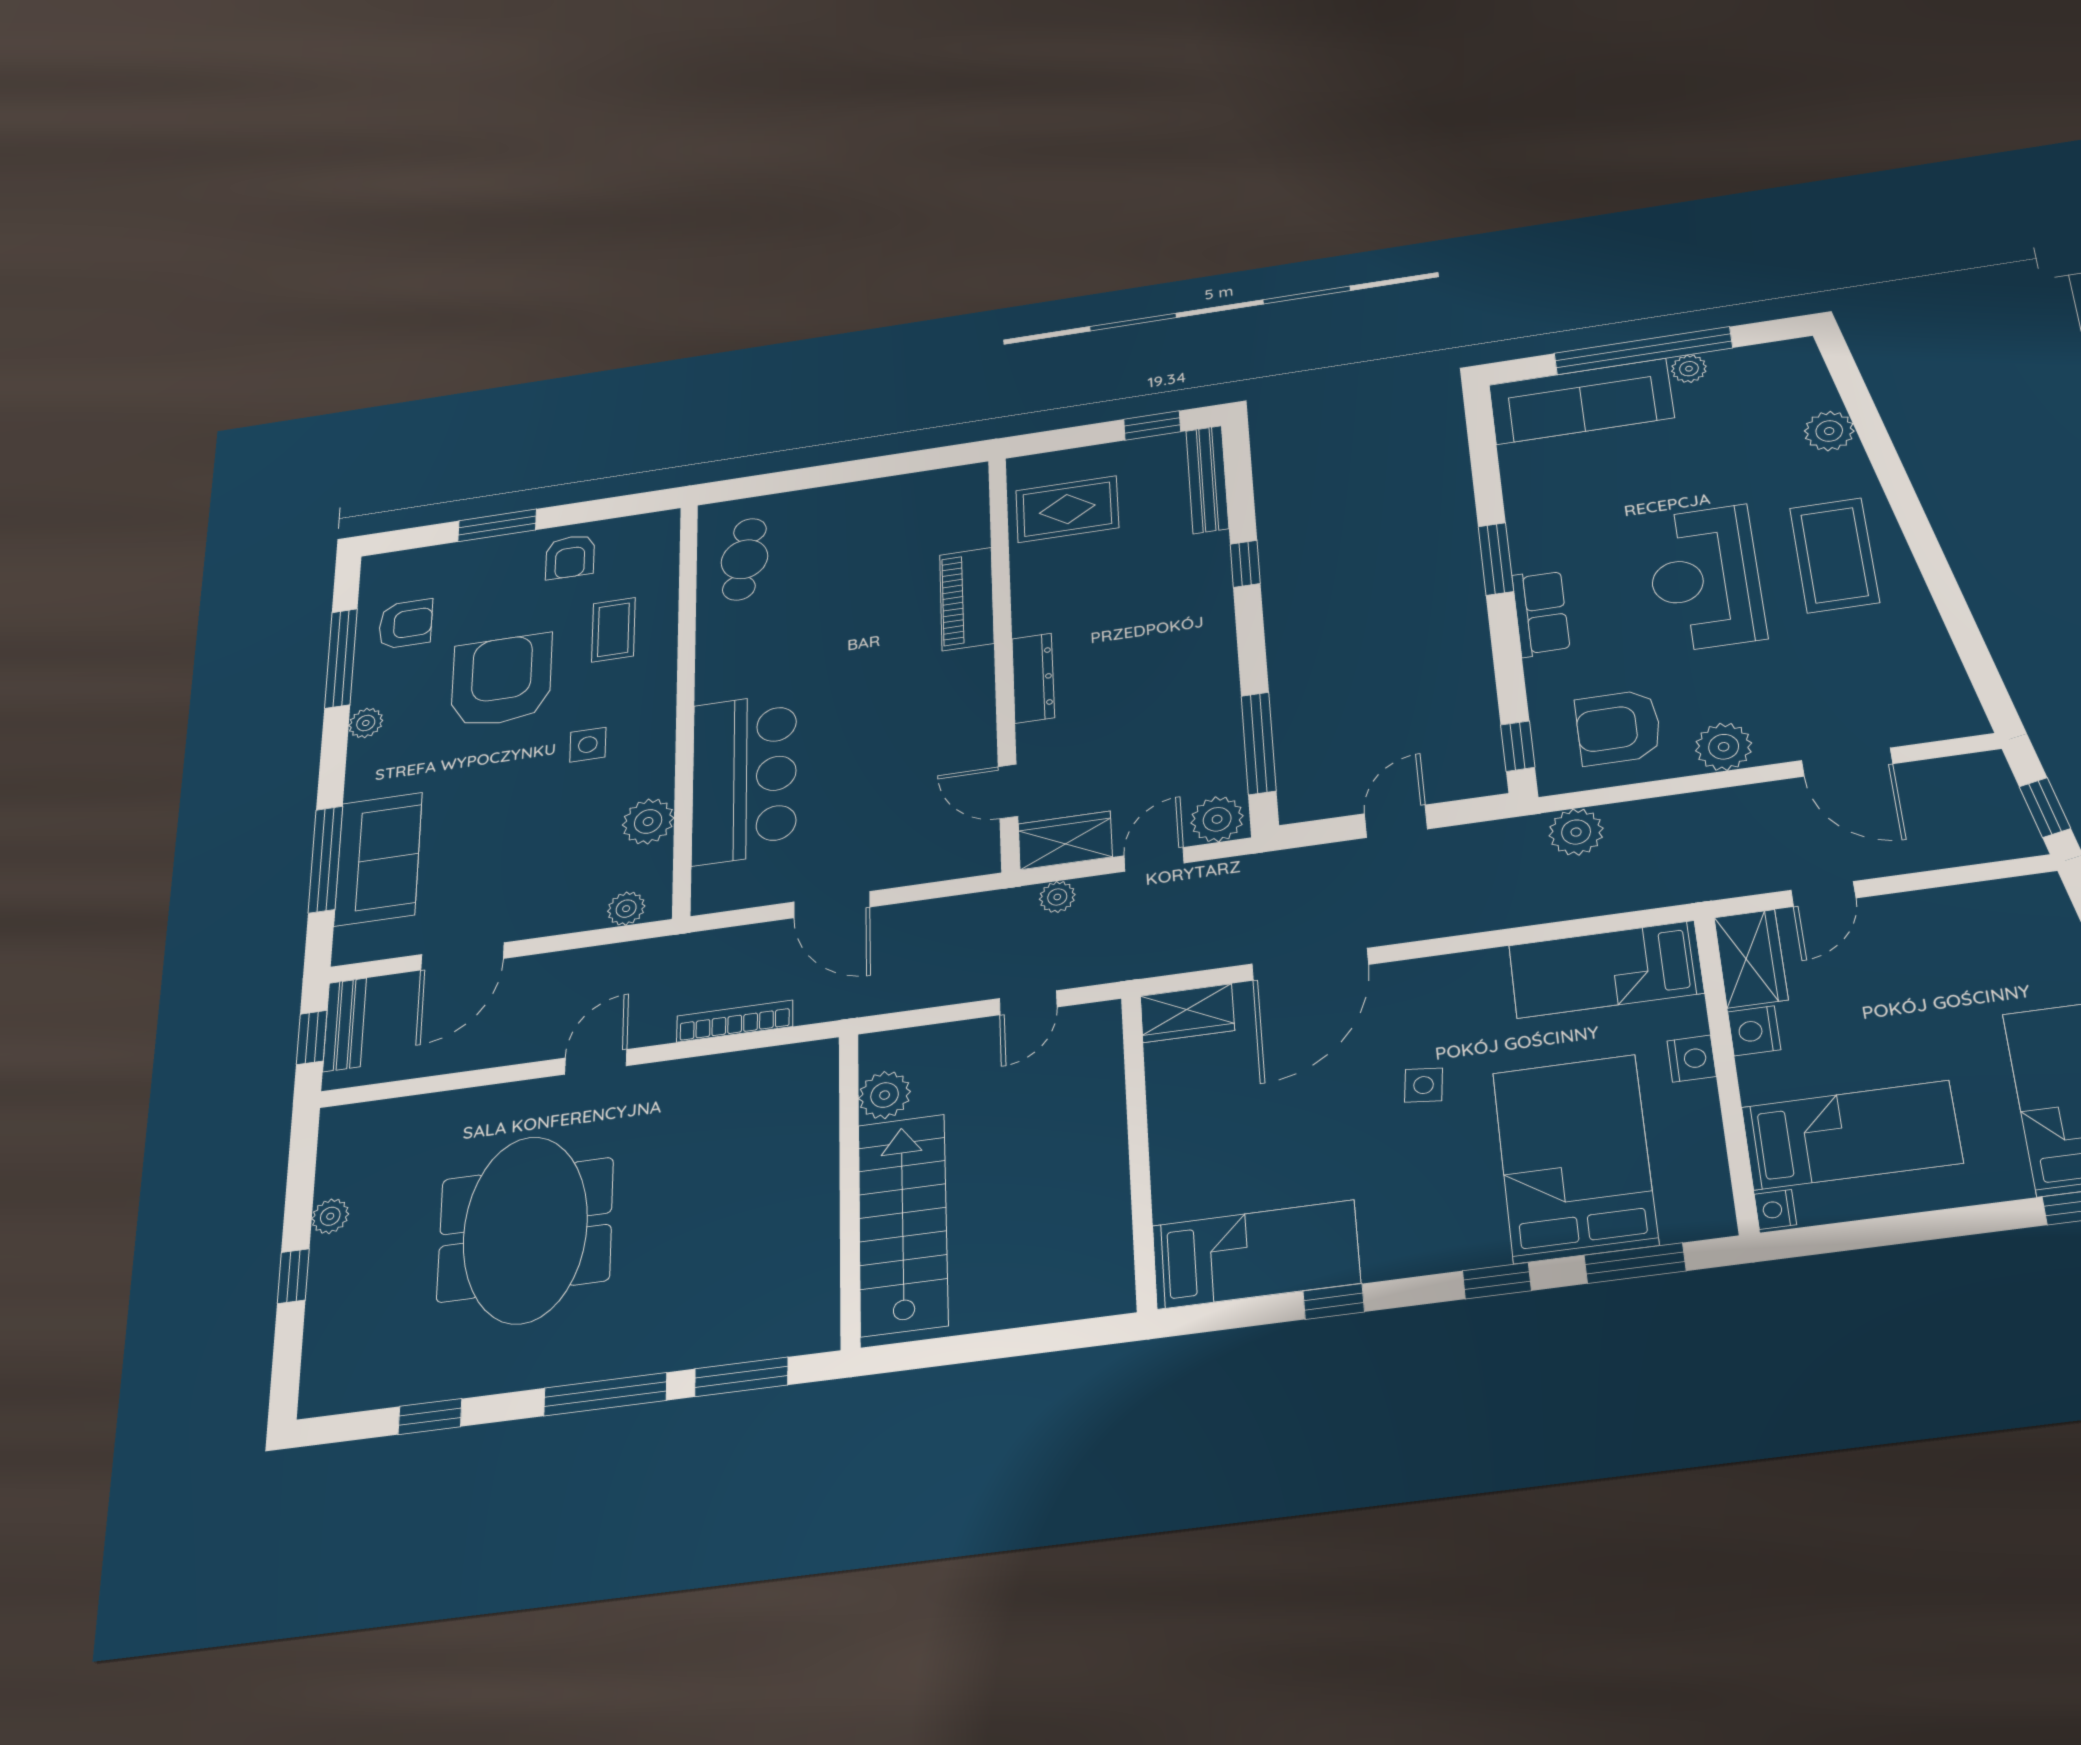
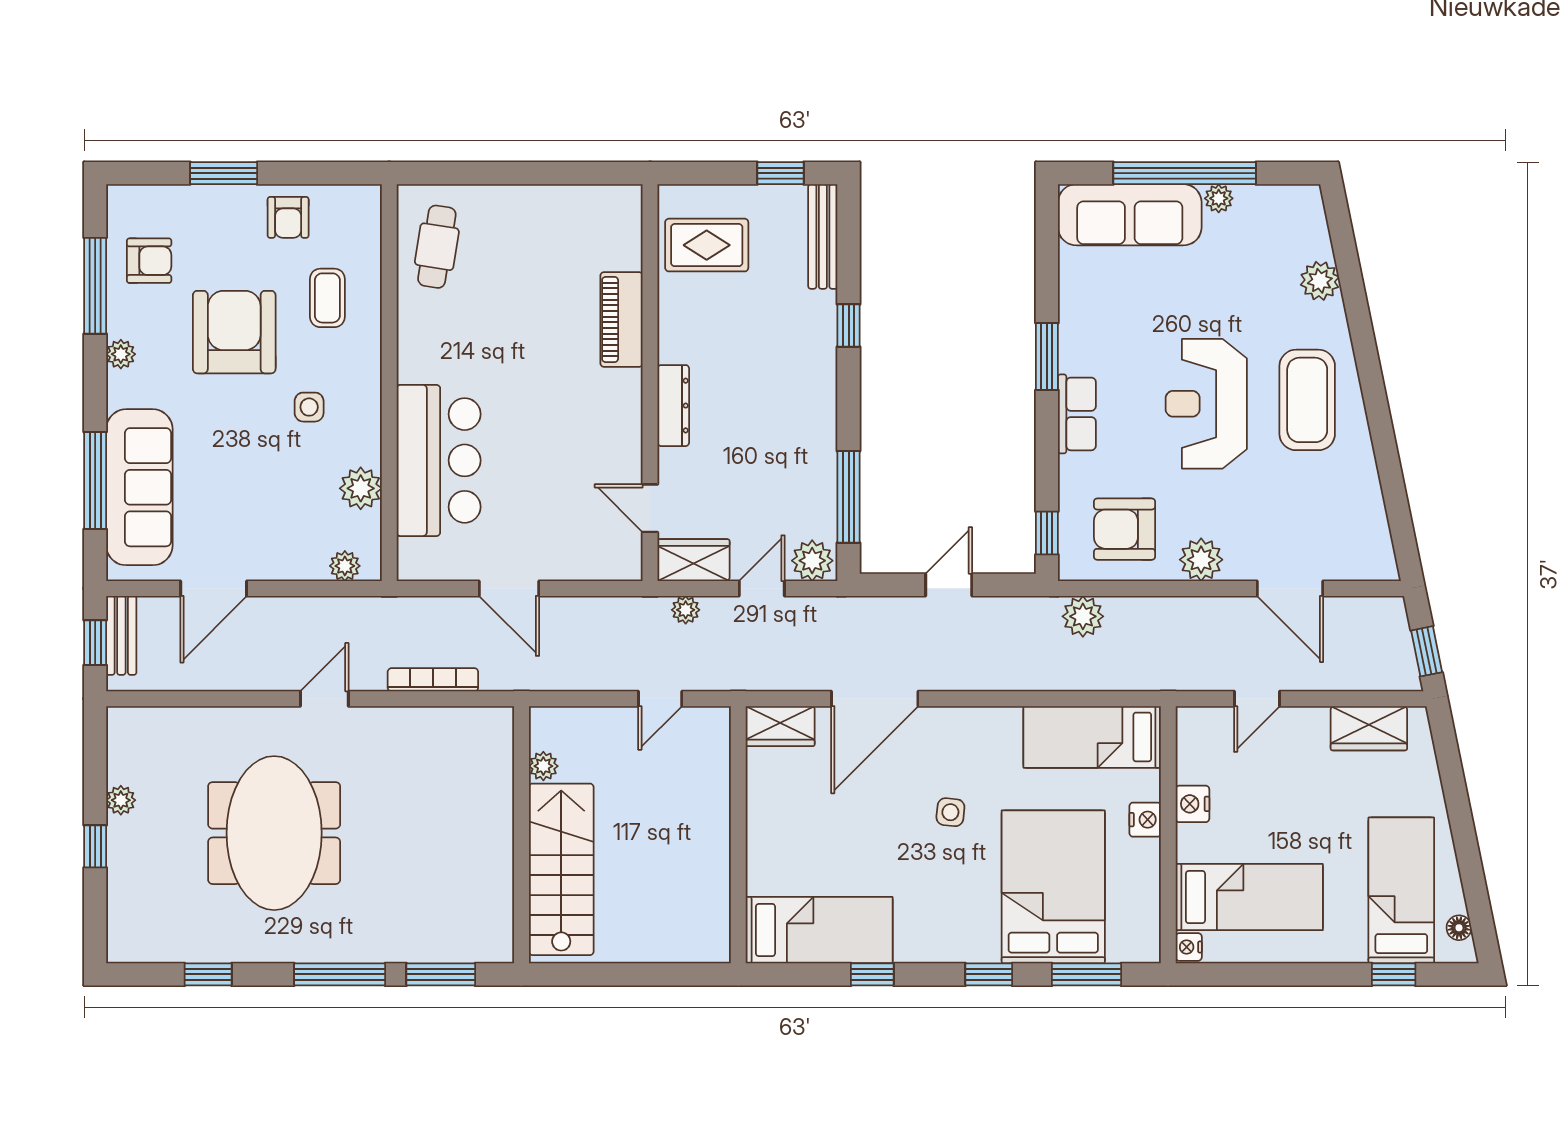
sofa: (378, 859) -> (139, 487), width x1.36
wardrobe: (1751, 959) -> (1369, 728), moved, turned 90
plant: (885, 1095) -> (543, 766), width x0.73, depth x0.73

